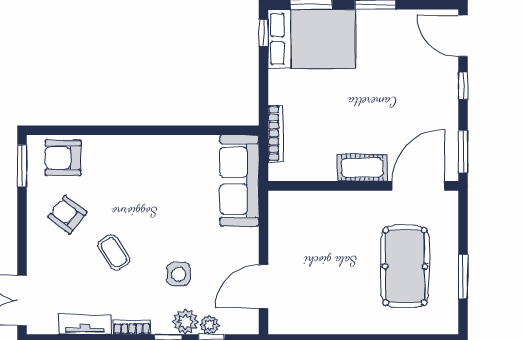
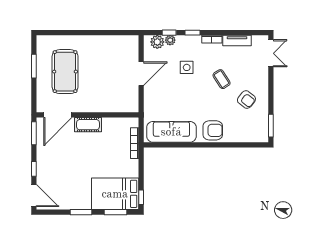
armchair: (63, 158) -> (213, 130), moved
sofa: (239, 181) -> (171, 132), moved, turned -90
door: (263, 287) -> (141, 74), moved
plant: (185, 322) -> (157, 42), moved

